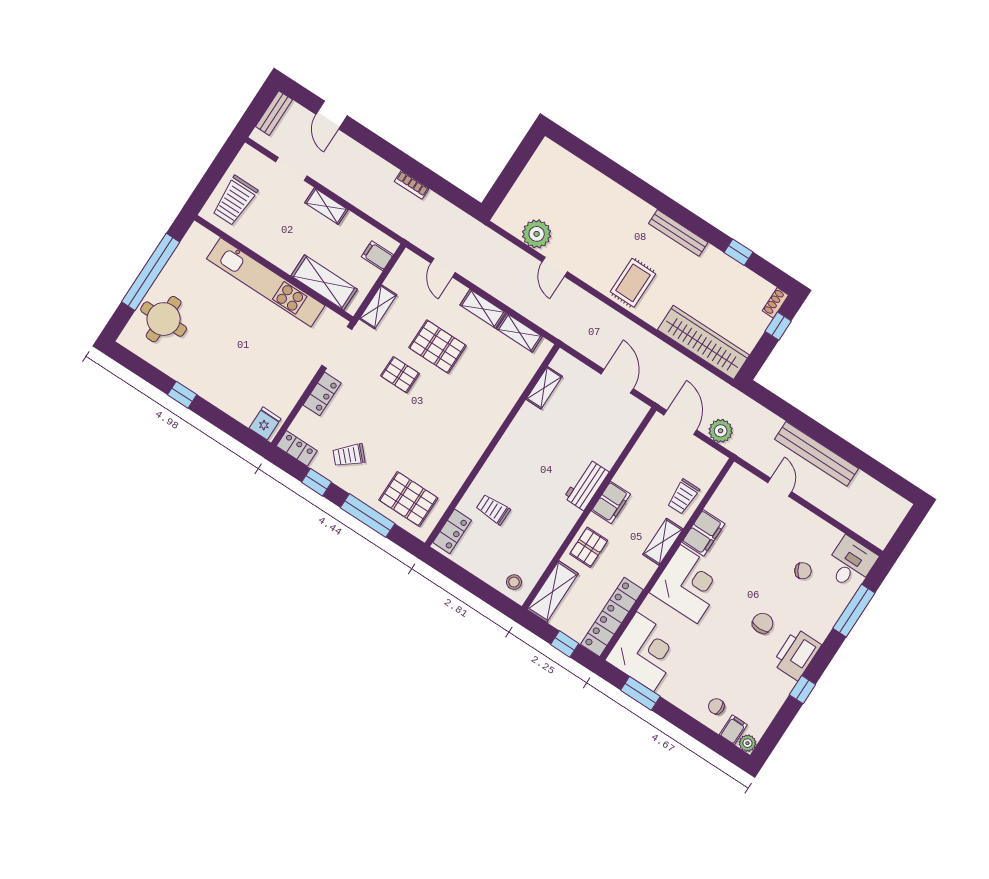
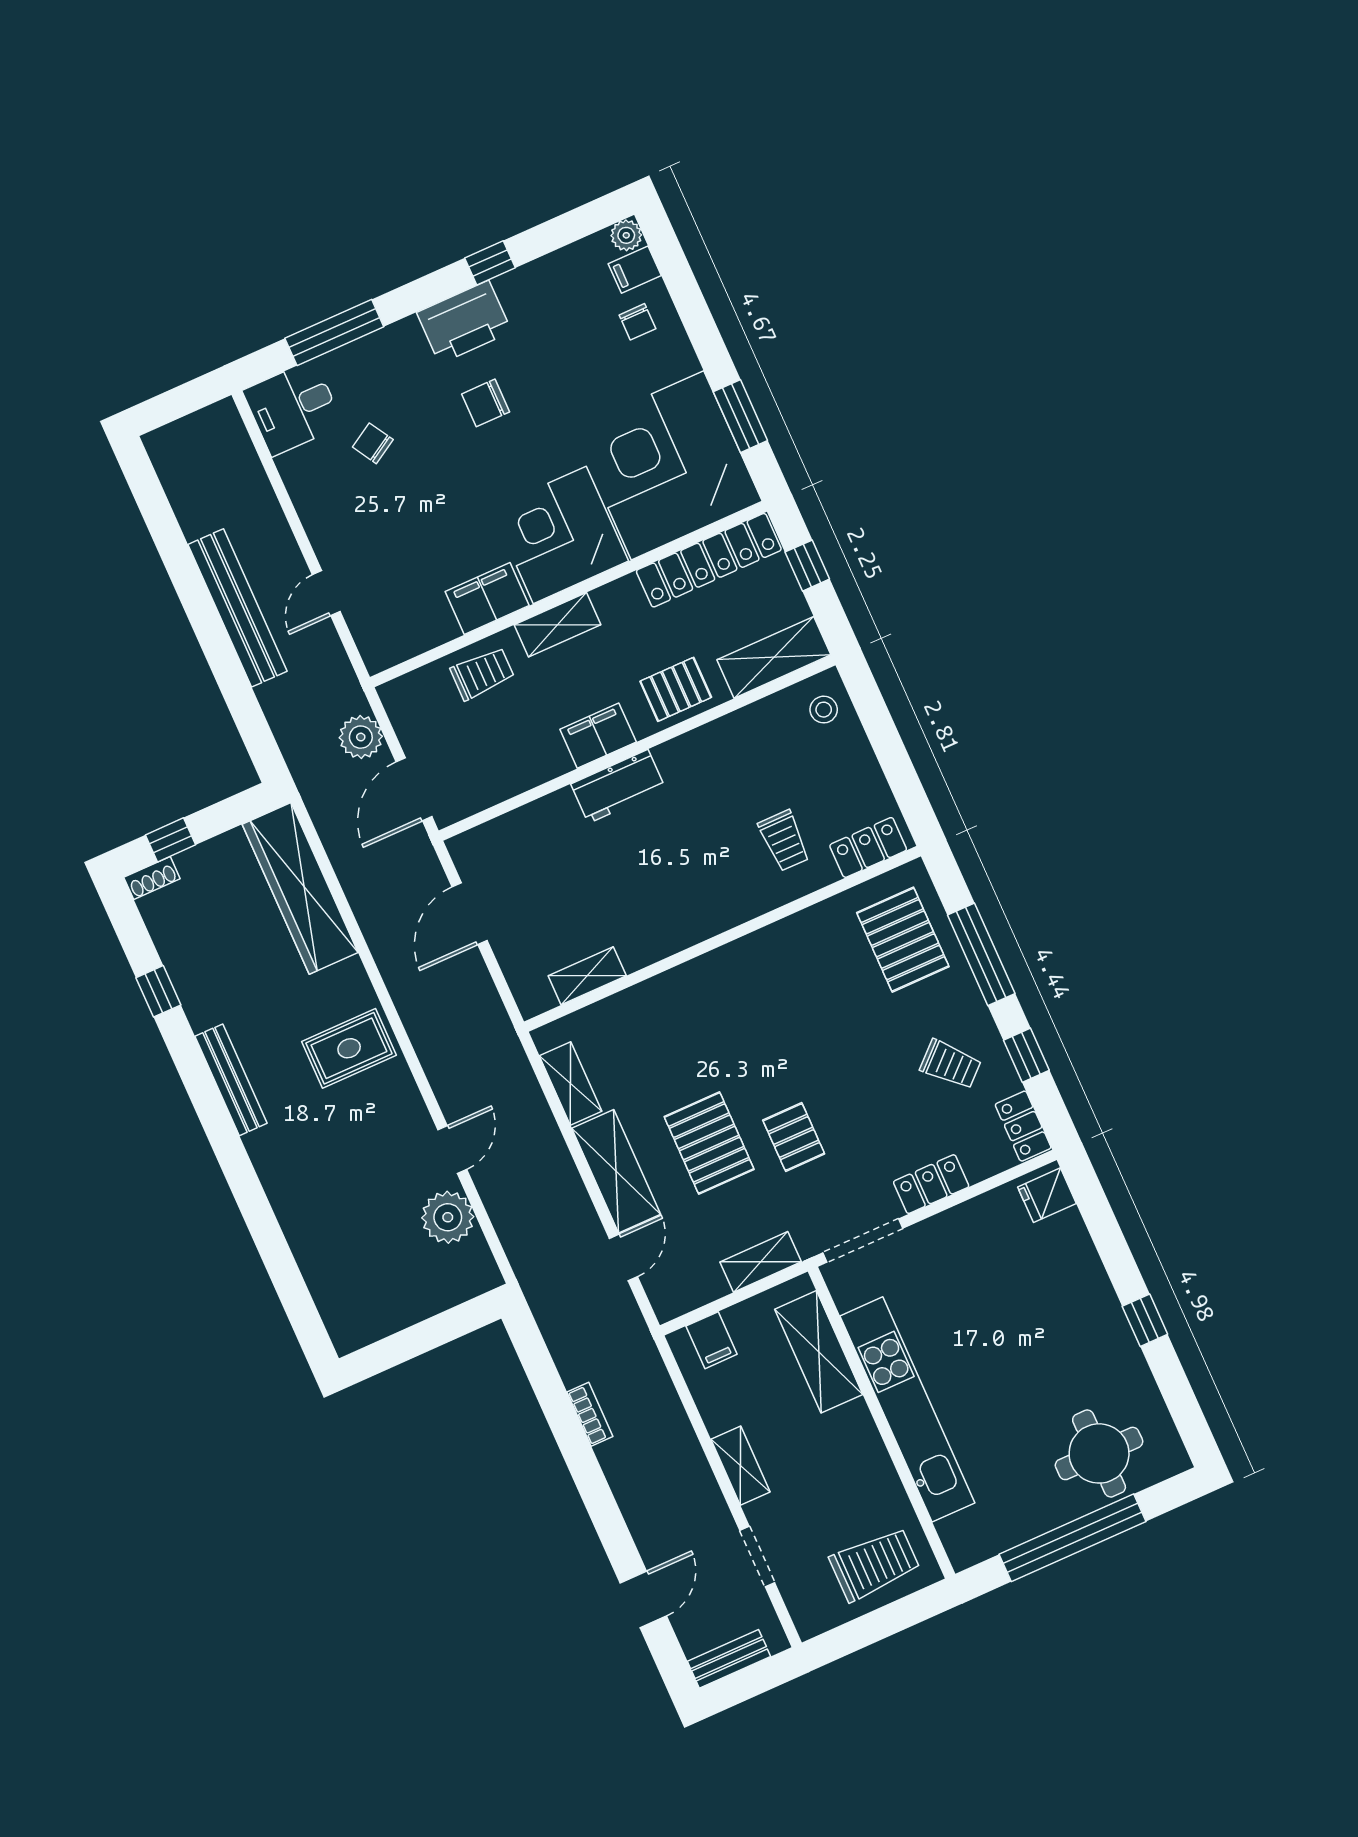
shelving: (483, 309) -> (616, 1171), width x1.50, depth x1.33
corner desk: (645, 652) -> (668, 465), width x1.36, depth x1.36

